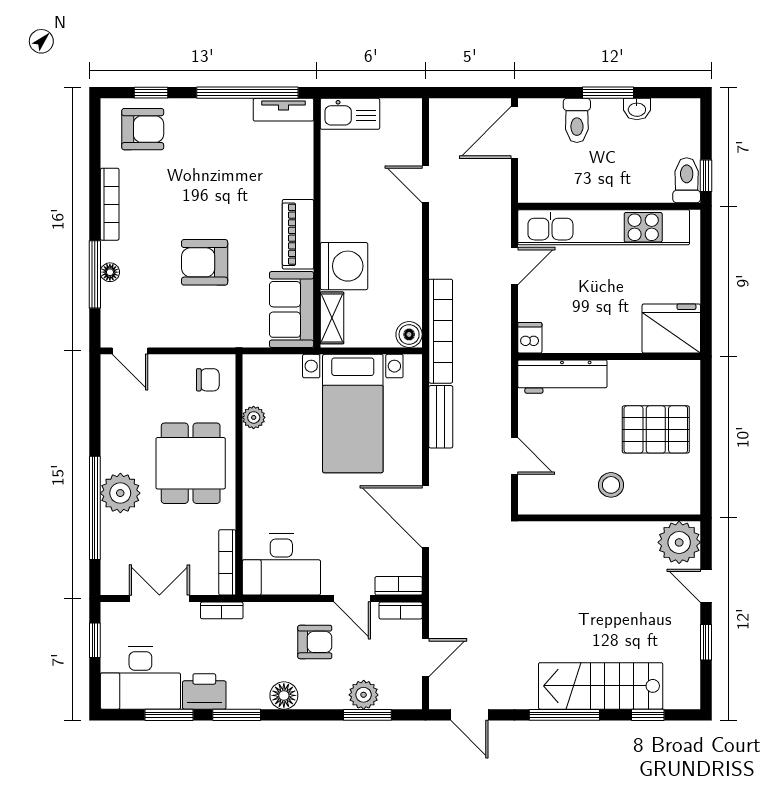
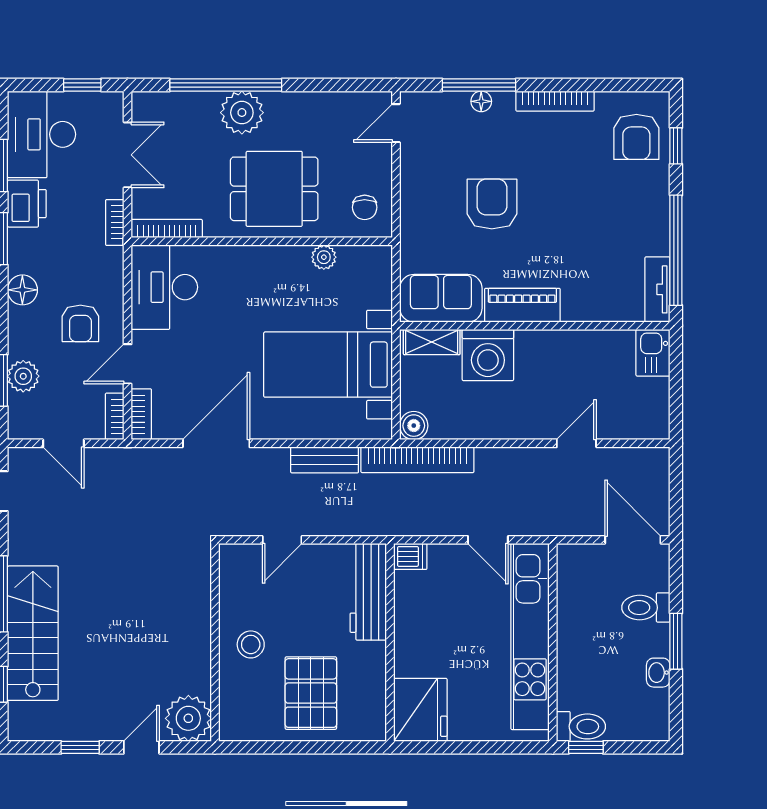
kitchen sink: (350, 114) -> (653, 353), width x0.73

